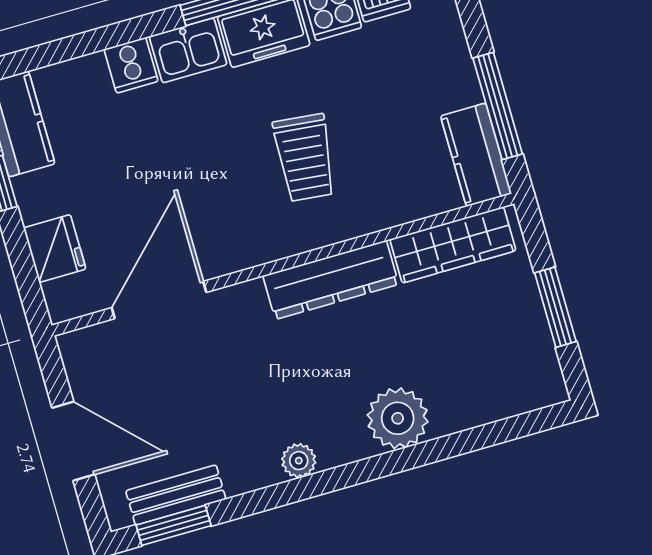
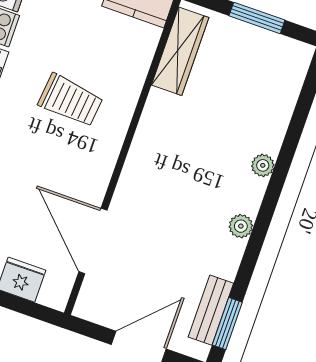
dresser: (331, 280) -> (151, 135), removed
plant: (398, 418) -> (263, 165), width x0.53, depth x0.53

